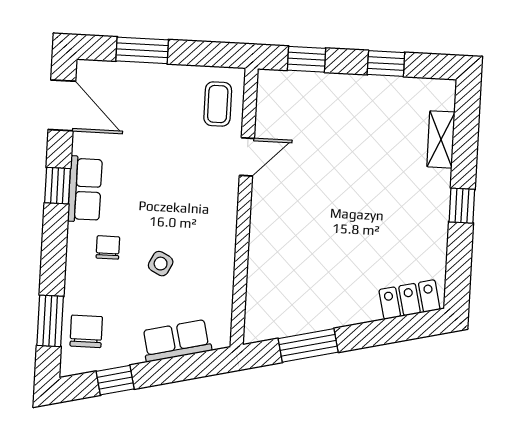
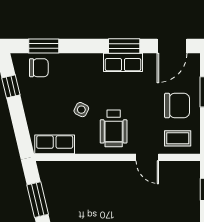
window: (57, 186) -> (124, 46), width x1.50
wheelchair: (195, 211) -> (114, 128), added
chair: (108, 247) -> (177, 105), moved, width x1.87, depth x1.87
row of seats: (177, 341) -> (55, 144), moved, turned -77

